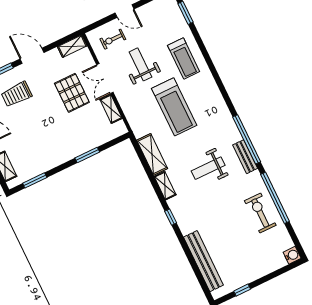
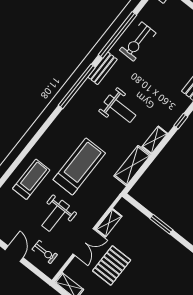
bench: (245, 157) -> (103, 68), moved

